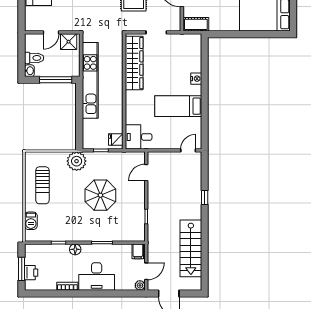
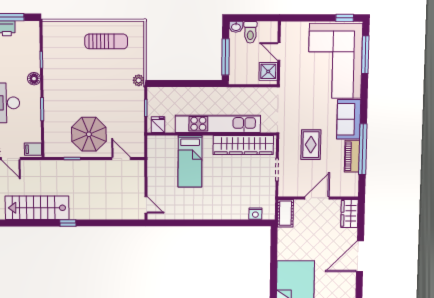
nightstand: (196, 79) -> (255, 214), moved
kitchen unit: (90, 80) -> (218, 124), moved, turned 180
bed: (178, 106) -> (190, 161), moved, turned 180
desk: (139, 137) -> (161, 150), removed
plant: (77, 161) -> (139, 80), width x0.53, depth x0.53
sun lounger: (42, 185) -> (106, 41), turned 180
parasol: (100, 195) -> (89, 134), moved
window: (205, 198) -> (68, 223), moved
barbecue: (31, 221) -> (66, 28), removed

